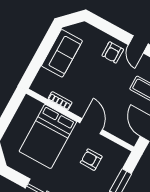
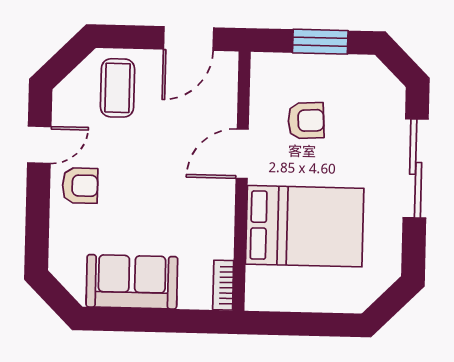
bookcase: (60, 101) -> (223, 285), moved
armchair: (91, 160) -> (306, 121), turned -93

